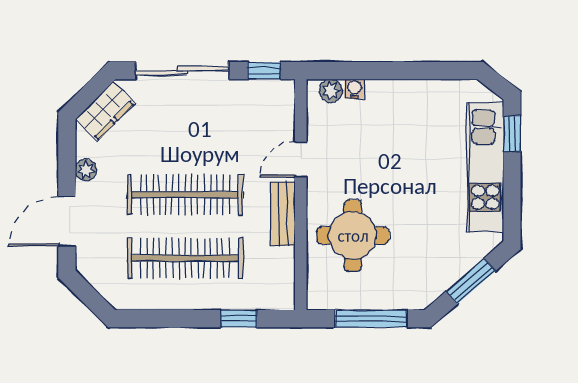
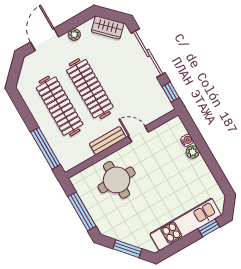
plant: (331, 91) -> (193, 152), moved
door: (67, 221) -> (45, 40), hinge flipped
window: (239, 319) -> (45, 148), width x2.17

